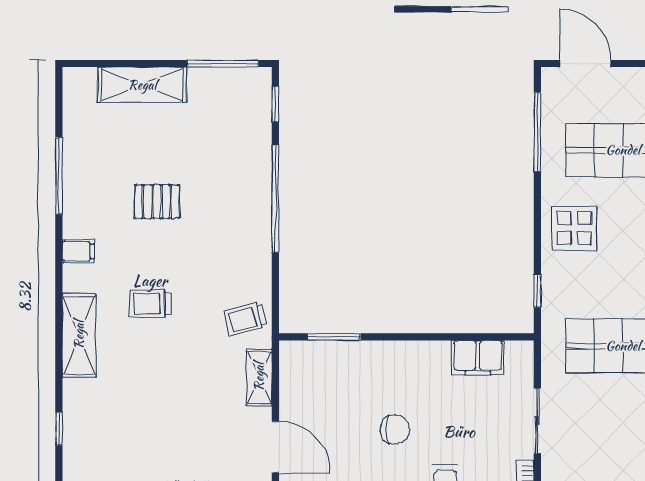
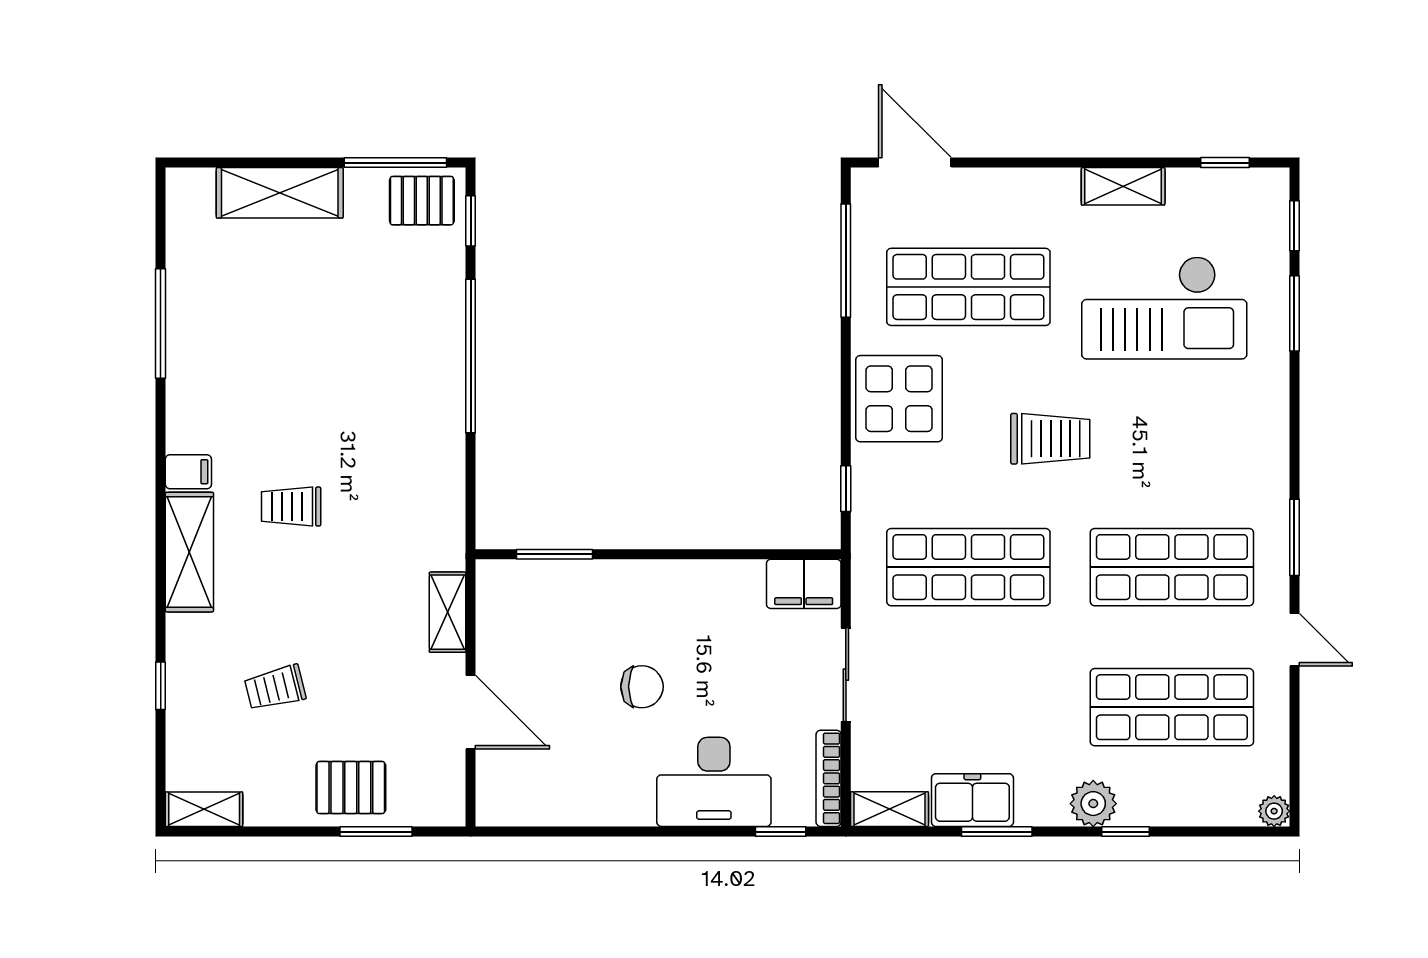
pallet: (157, 202) -> (422, 201), moved
display table: (574, 228) -> (899, 399), width x1.36, depth x1.36
filing cabinet: (78, 251) -> (188, 472), moved
trolley: (245, 319) -> (275, 688), moved
filing cabinet: (478, 358) -> (804, 584), moved

